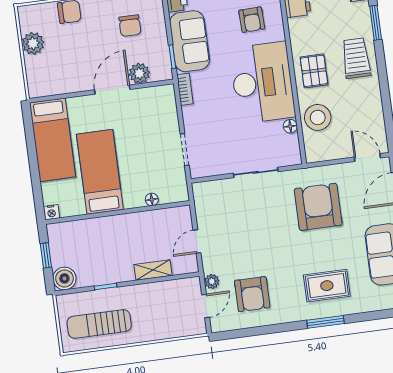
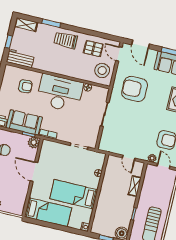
pallet: (314, 71) -> (93, 49), moved
plant: (139, 73) -> (34, 143), moved
stool: (318, 117) -> (102, 71), moved
door: (367, 157) -> (119, 54), hinge flipped

